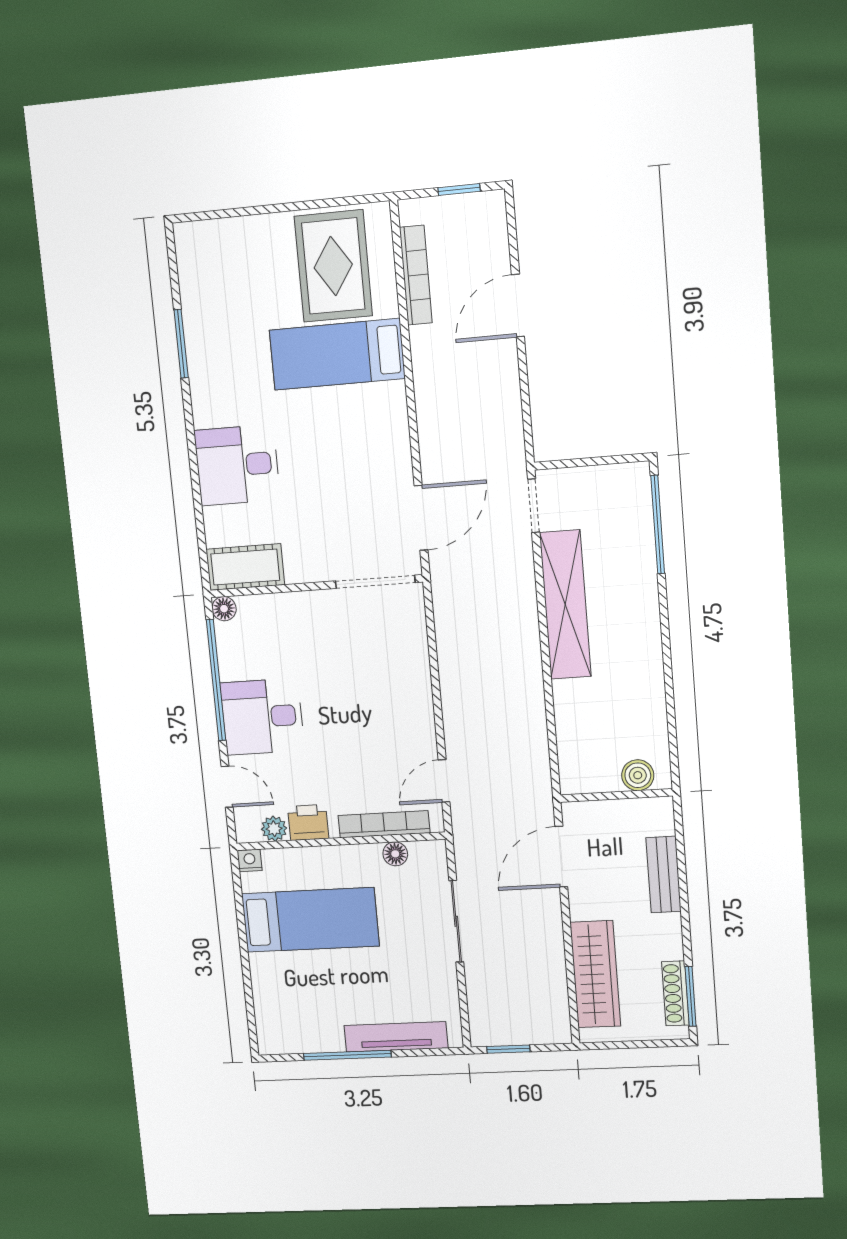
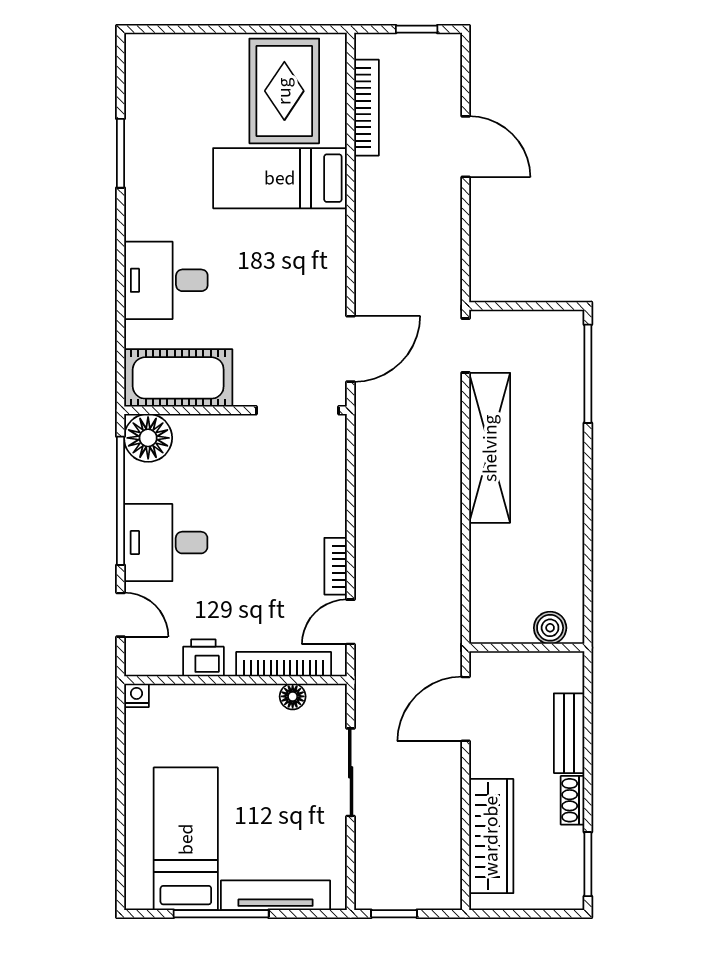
door: (518, 306) -> (466, 147), swing flipped
cot: (245, 567) -> (178, 378), width x1.37, depth x1.34
floor lamp: (224, 609) -> (148, 438), width x1.89, depth x1.89
bookcase: (425, 729) -> (336, 566), added
plant: (274, 829) -> (166, 662), removed
bed: (310, 920) -> (186, 839), moved, turned -90
shoe rack: (675, 993) -> (572, 800), moved, width x0.70

